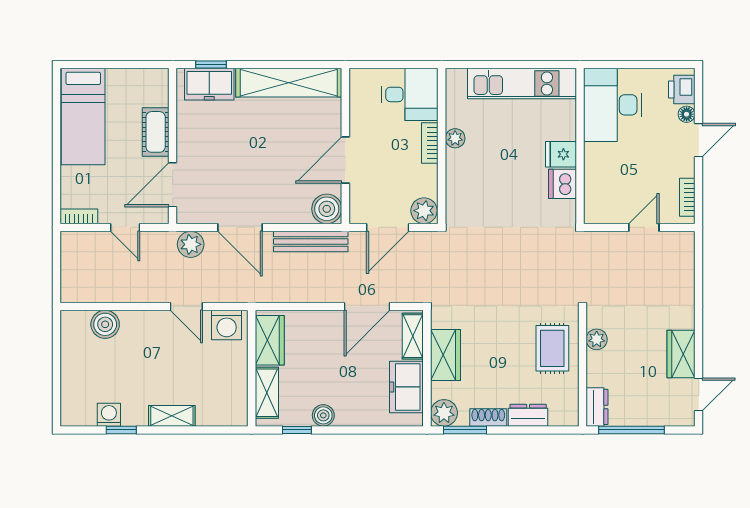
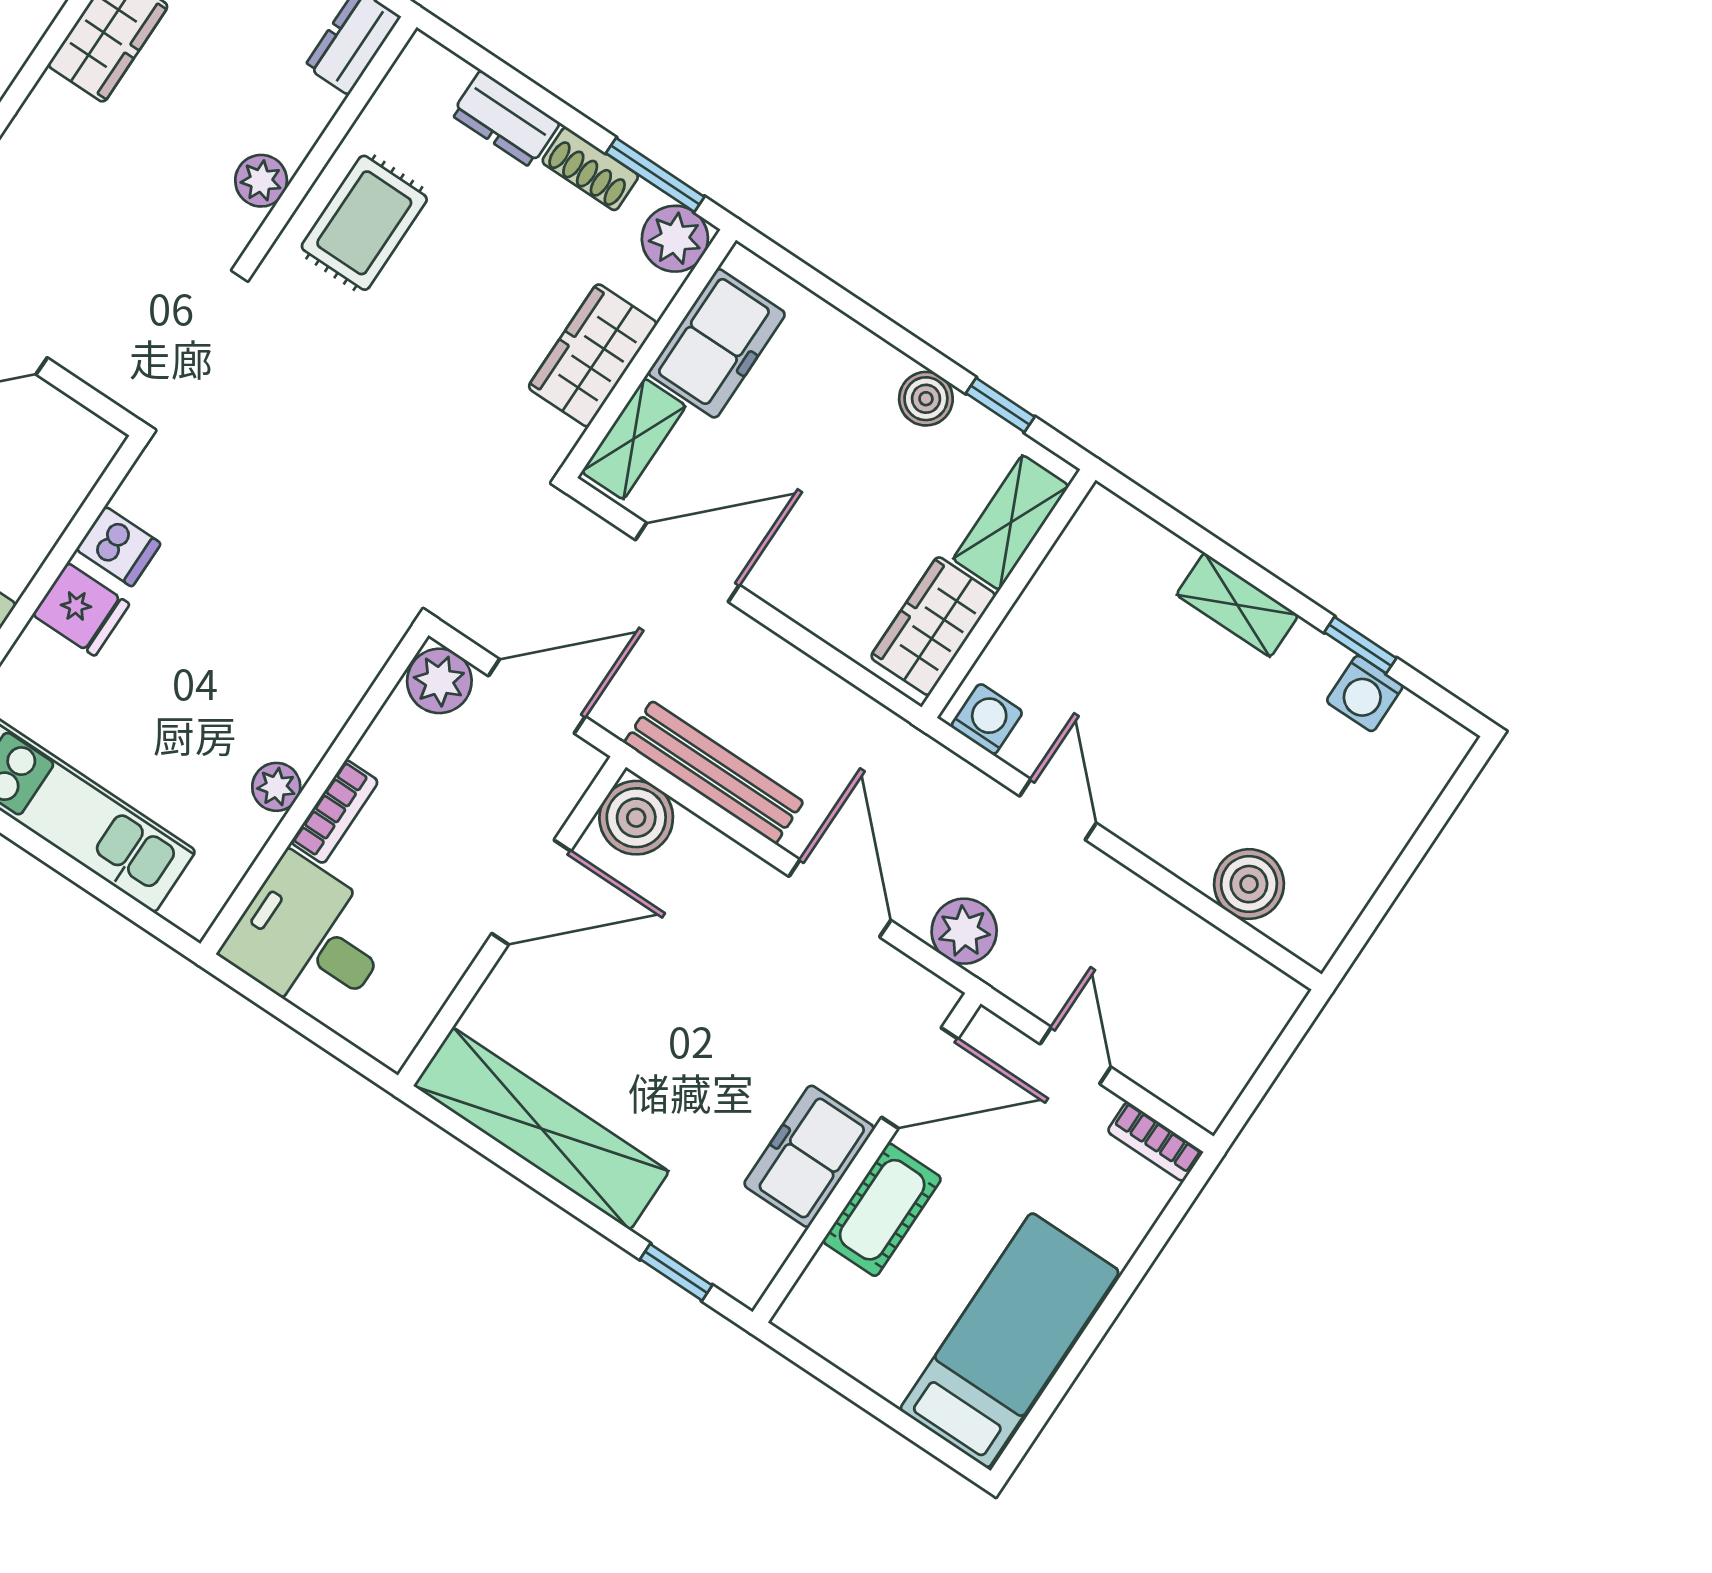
freezer: (209, 84) -> (809, 1156), moved, turned -90
dishwasher: (562, 184) -> (118, 546), width x0.73
washing machine: (227, 325) -> (987, 719), width x0.73, depth x0.73

